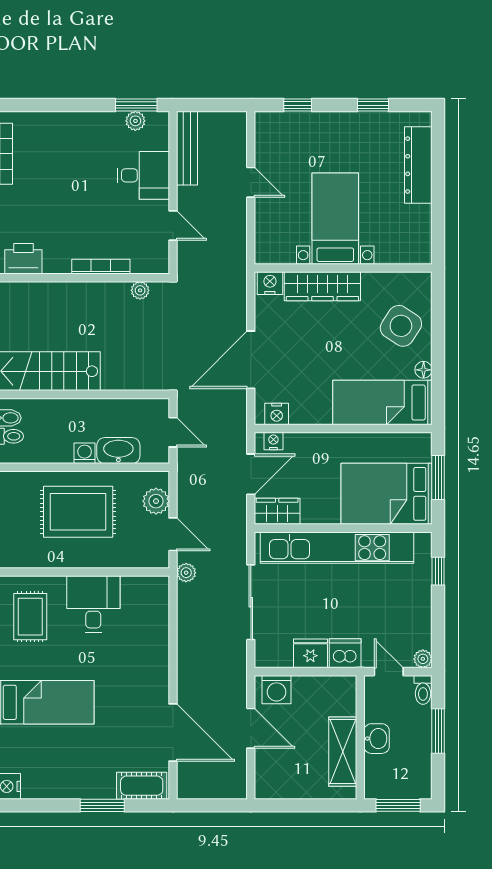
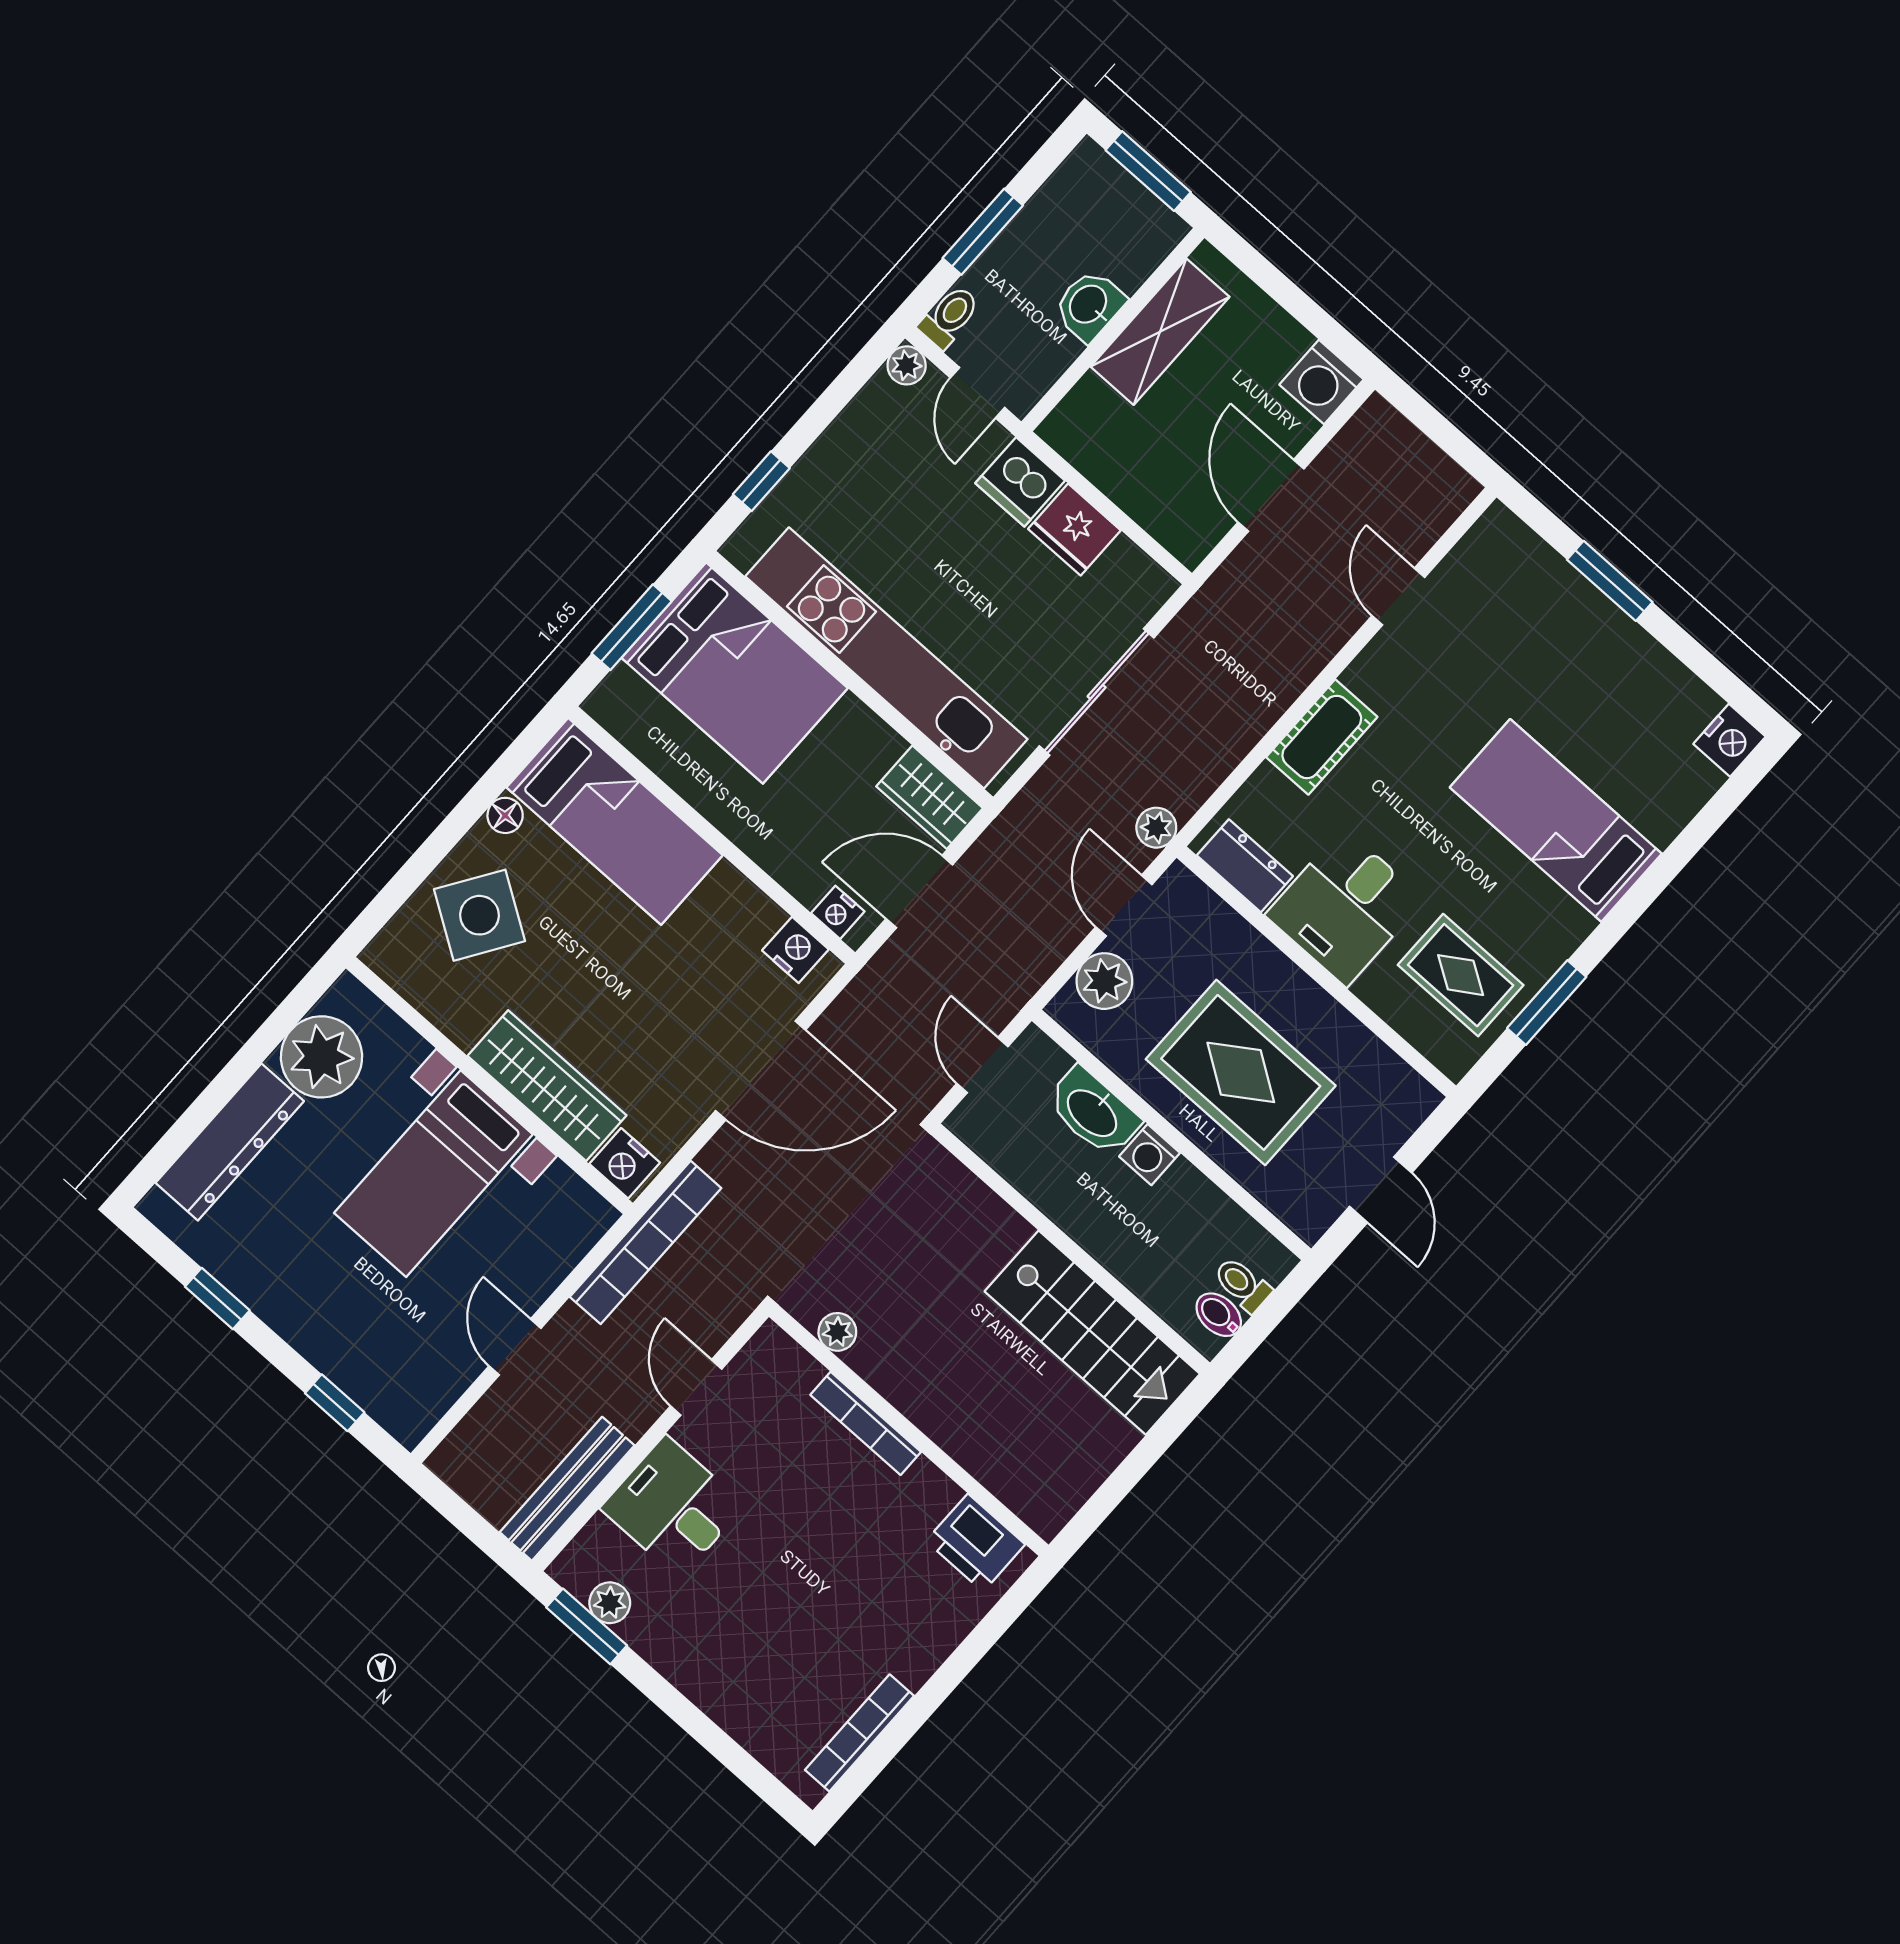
plant: (412, 225) -> (321, 1057), added
bookcase: (237, 261) -> (646, 1242), added
dresser: (142, 587) -> (1245, 866), added
rug: (30, 617) -> (1461, 975), turned 90
washing machine: (277, 690) -> (1321, 382), moved, turned 180
door: (173, 732) -> (1398, 597), width x0.53
cot: (142, 786) -> (1322, 737), moved, turned 90

